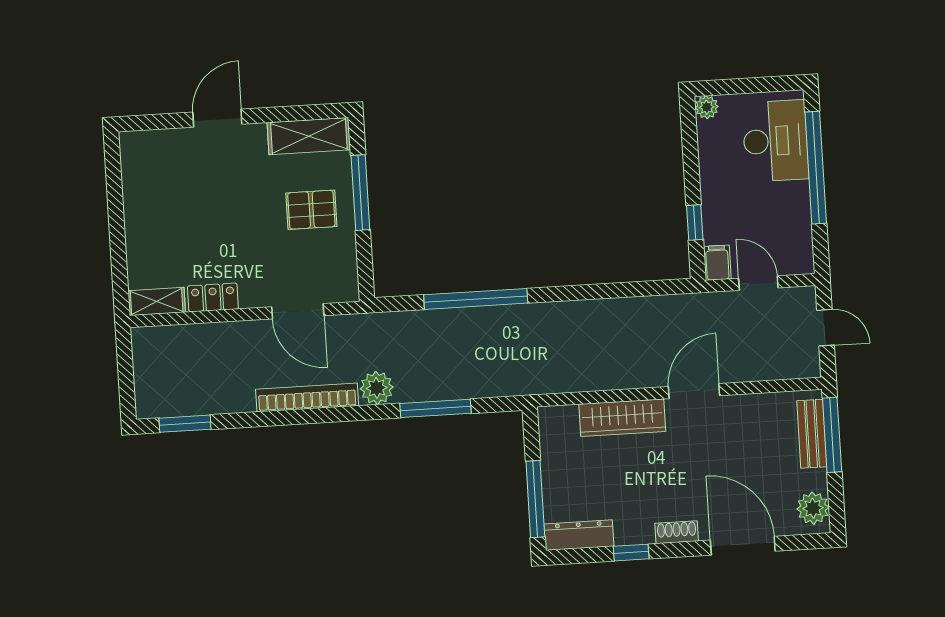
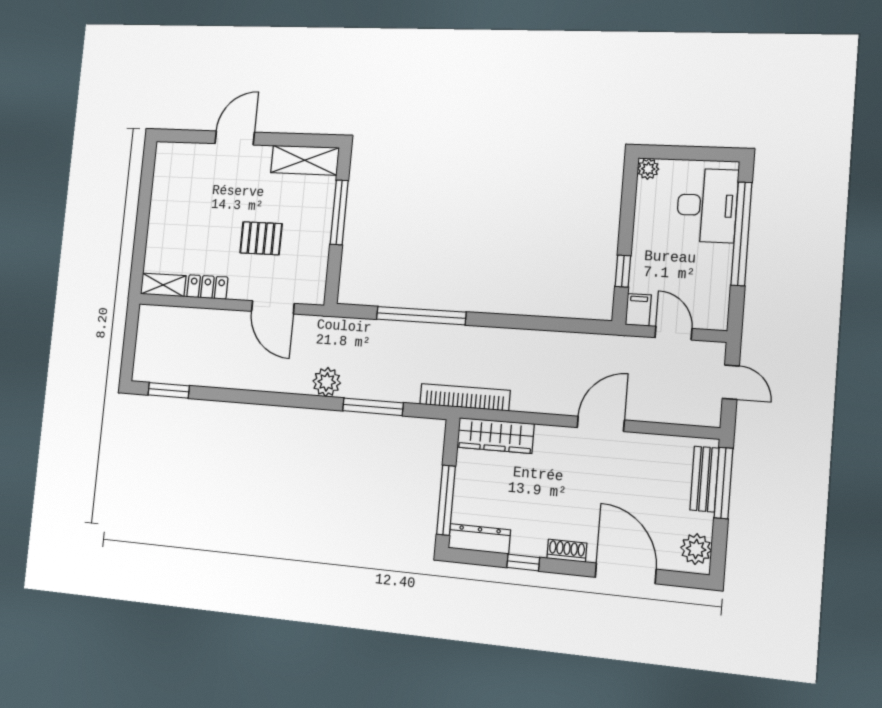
pallet: (311, 210) -> (261, 238), moved
bookcase: (307, 397) -> (465, 397), moved
wardrobe: (622, 418) -> (495, 436), moved

